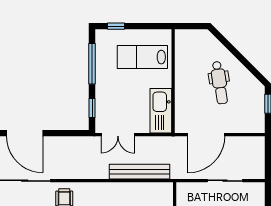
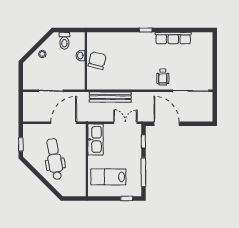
lab bench: (142, 57) -> (108, 177), turned 180
dental chair: (220, 83) -> (55, 159), width x1.36, depth x1.38
door: (25, 133) -> (167, 124), moved

